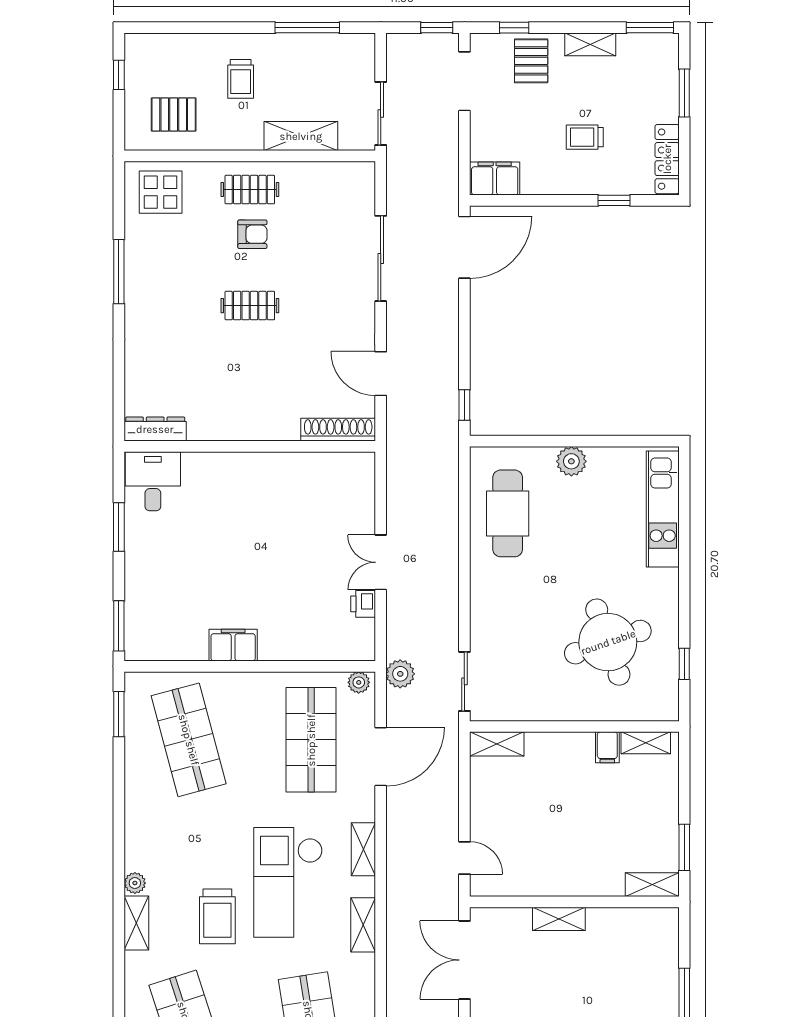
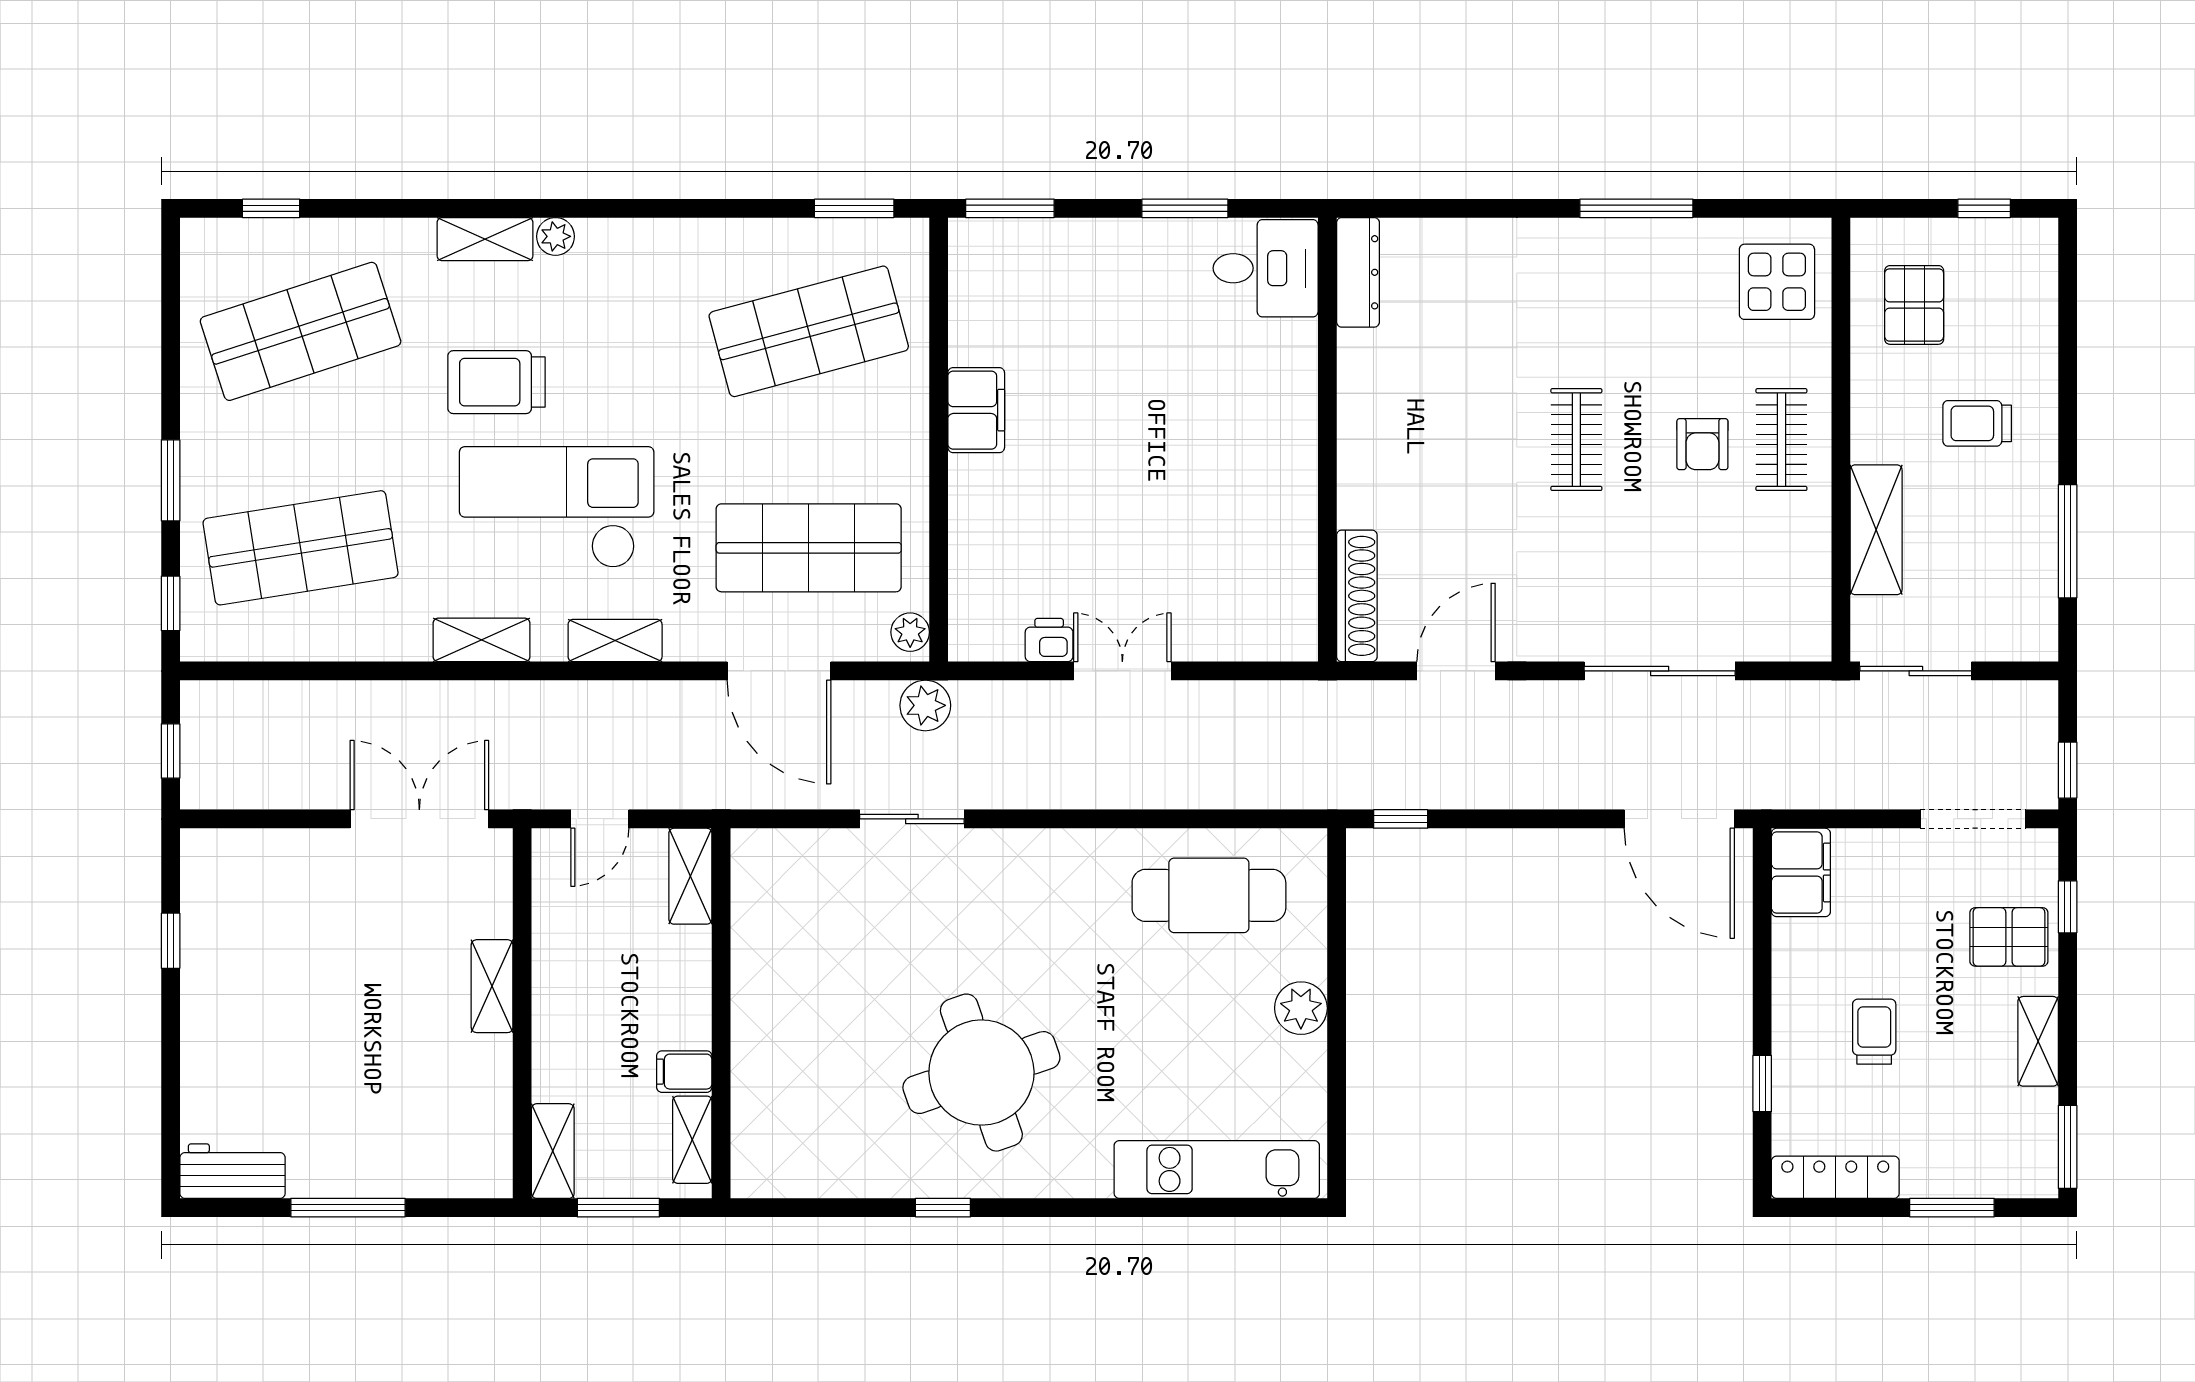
wall: (574, 726) -> (721, 1013), moved
shelving: (646, 743) -> (692, 1140), moved
shelving: (497, 744) -> (690, 876), moved
filing cabinet: (607, 747) -> (684, 1072), moved

